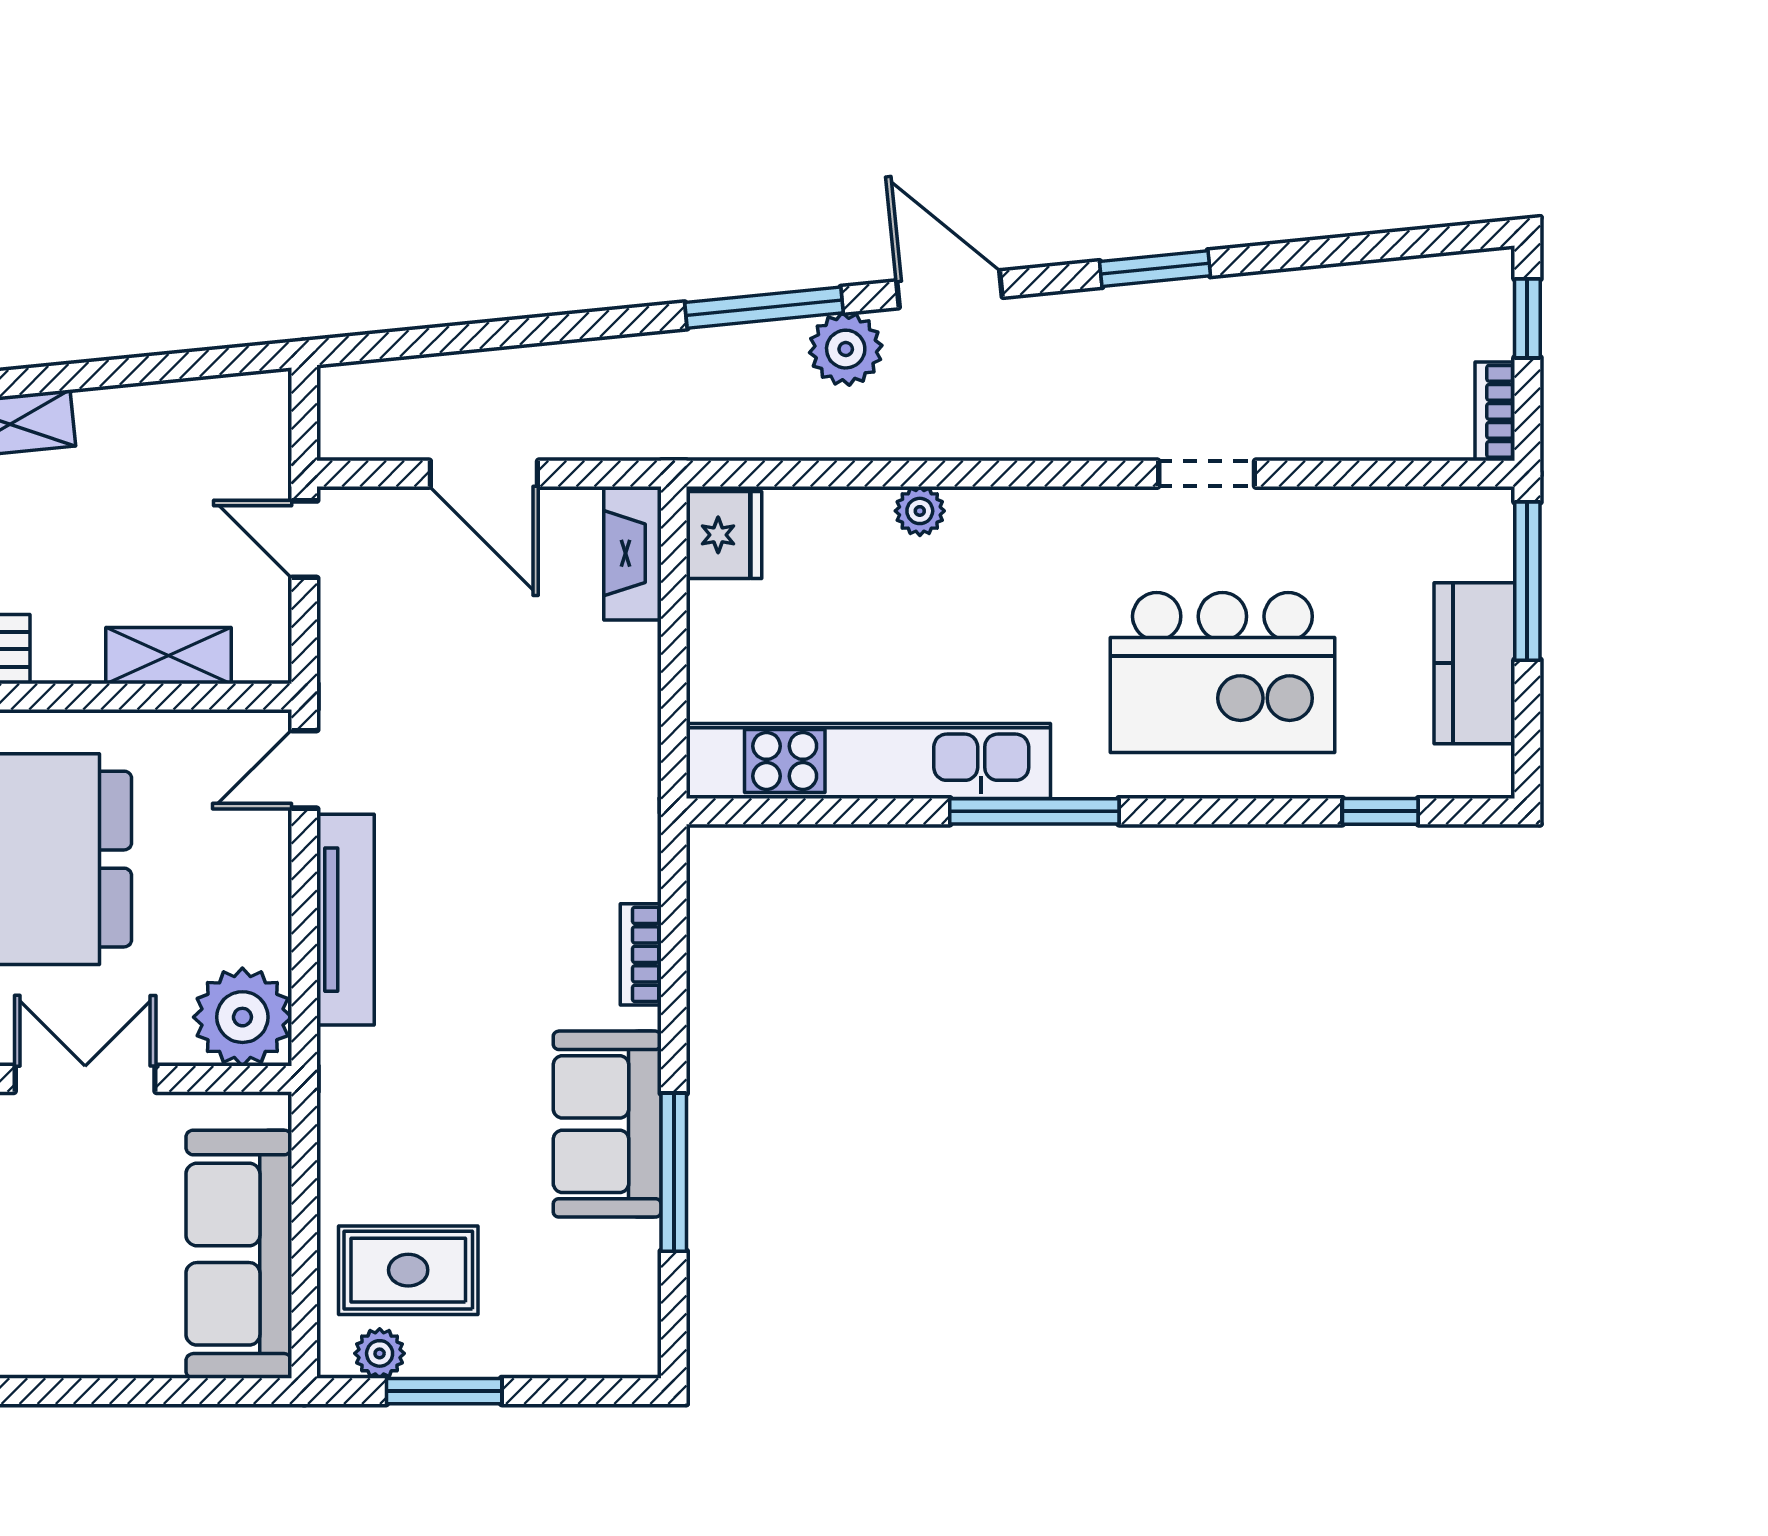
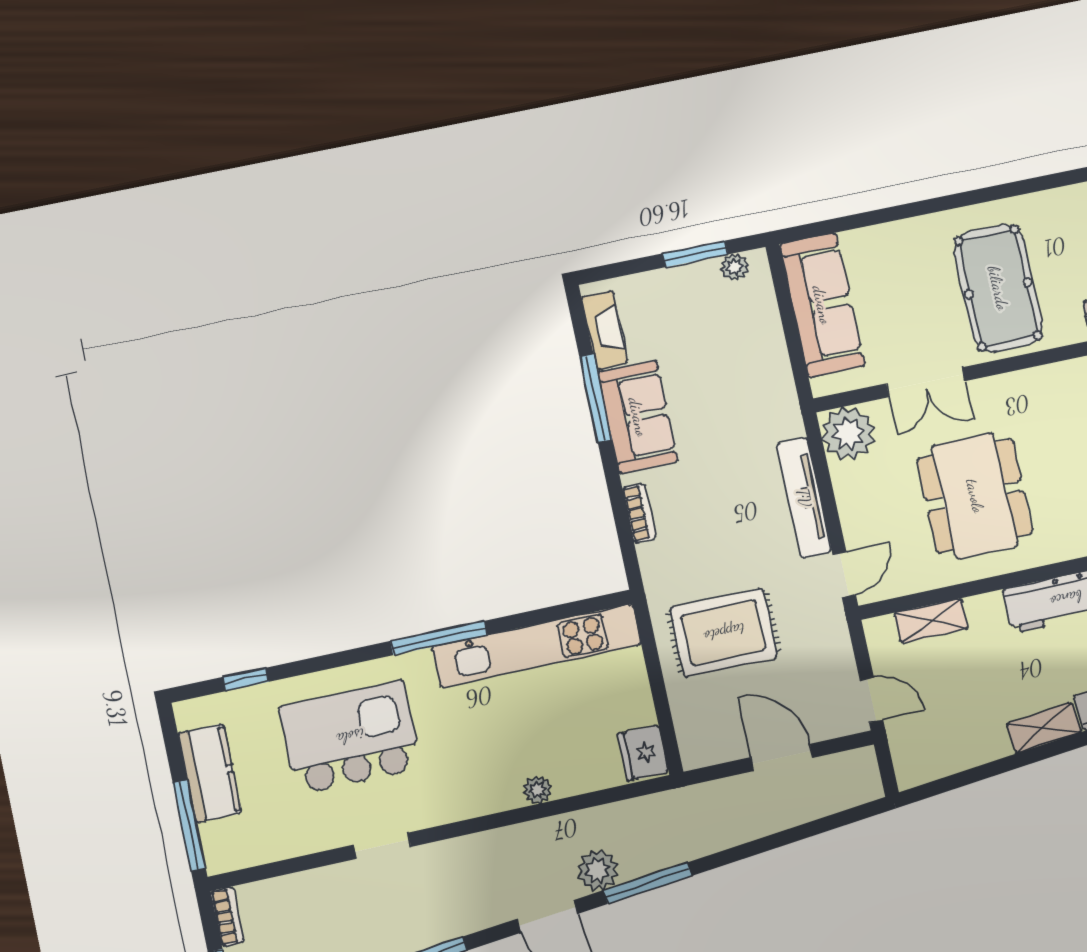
fireplace: (632, 553) -> (605, 330), moved
rug: (408, 1270) -> (724, 633), moved, width x1.36, depth x1.43

